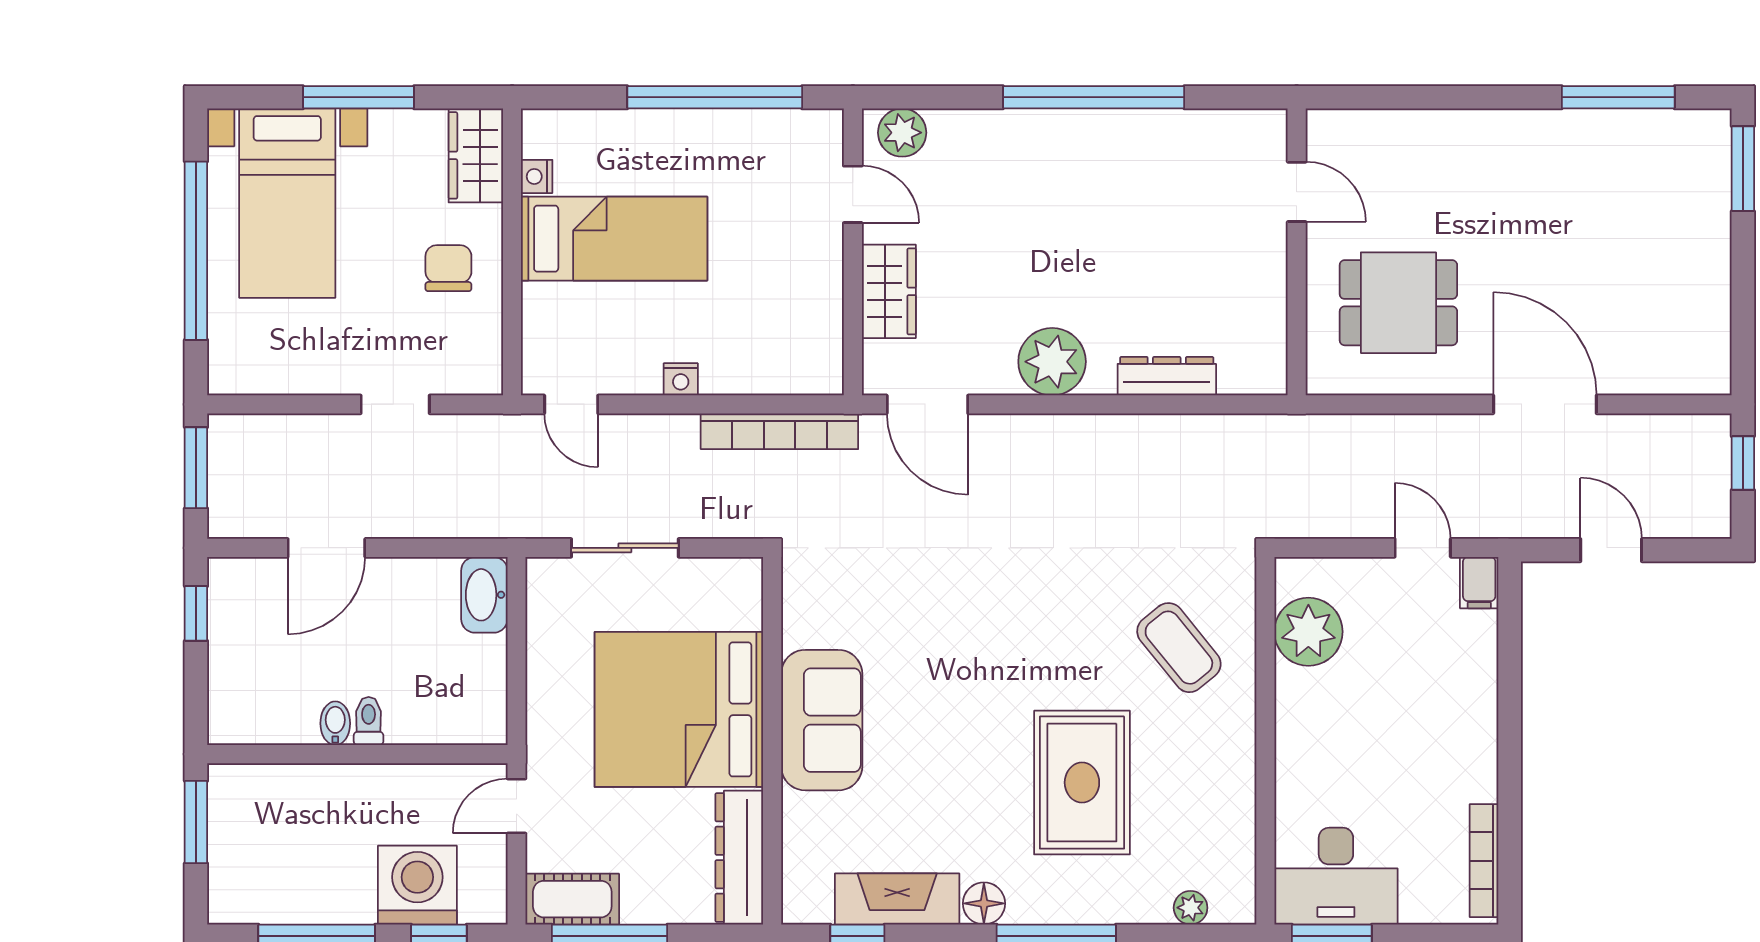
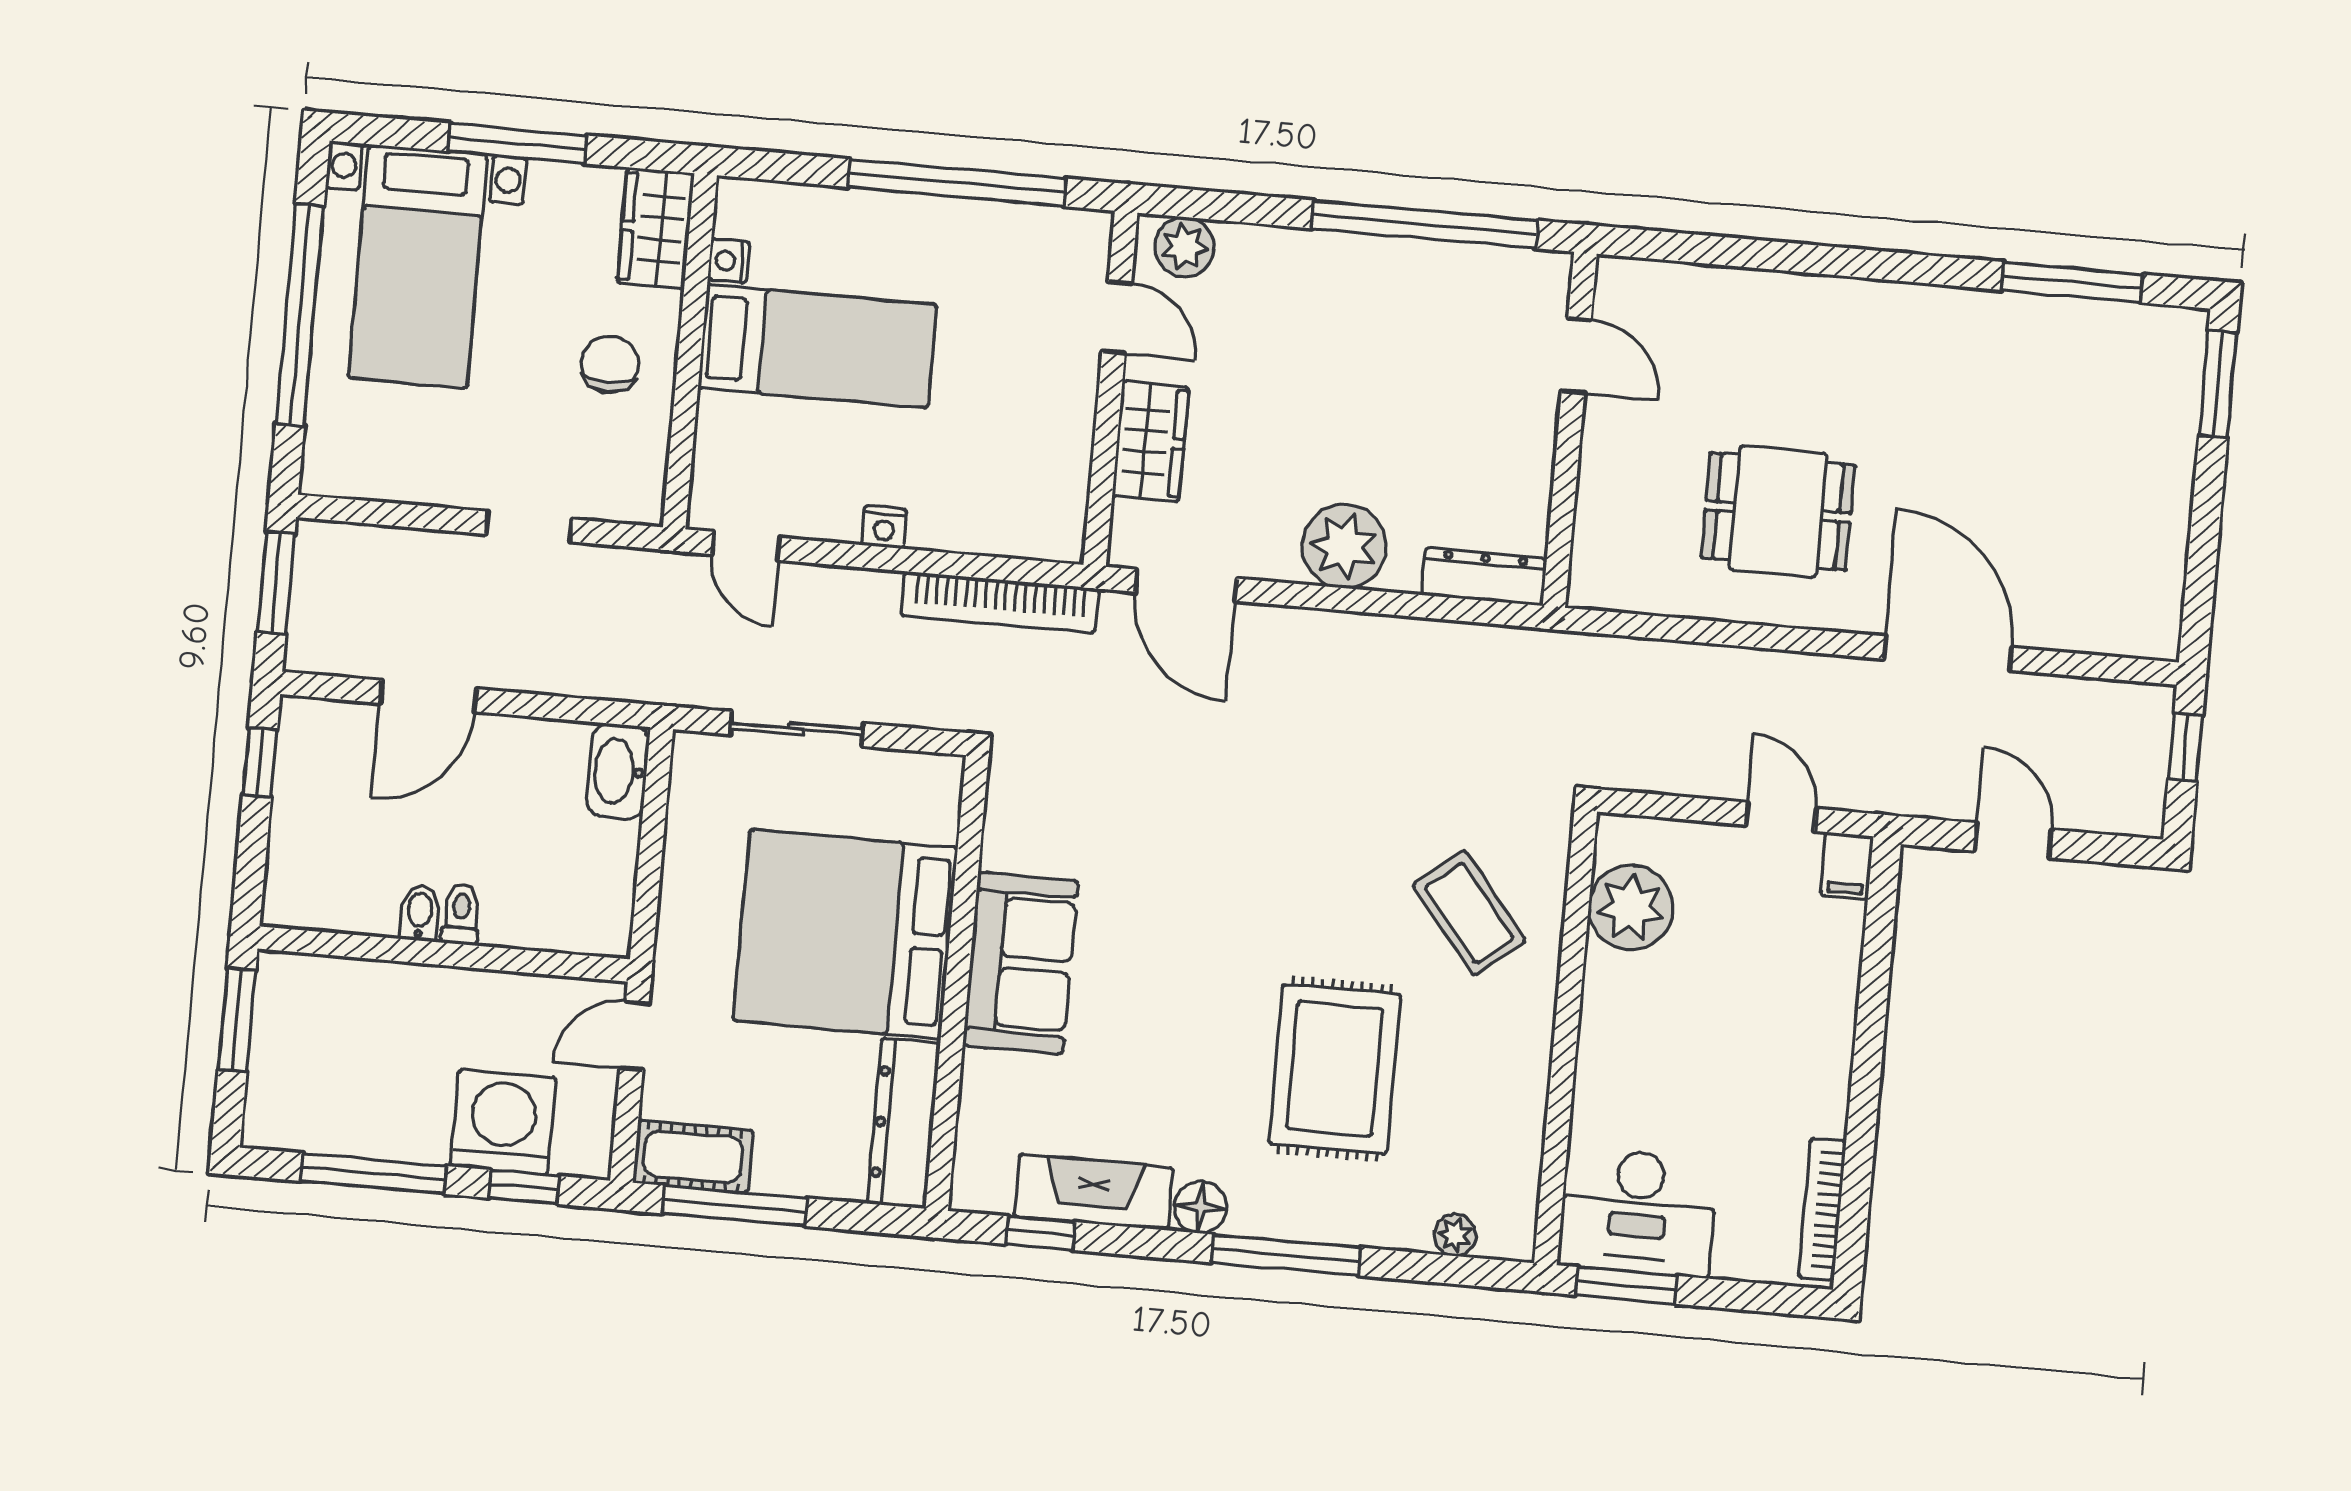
door: (1297, 192) -> (1576, 356), moved
wall: (1297, 252) -> (1570, 430), moved

